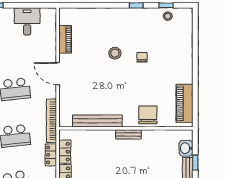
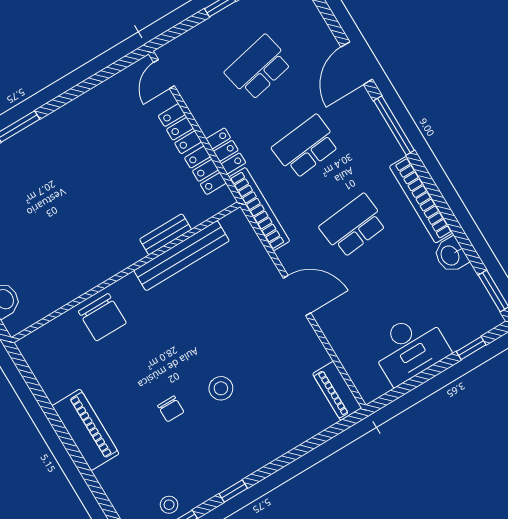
desk: (27, 21) -> (410, 348), width x1.37
piano: (65, 39) -> (337, 391), moved
piano: (184, 103) -> (85, 430), moved
bench: (129, 134) -> (166, 234), moved

